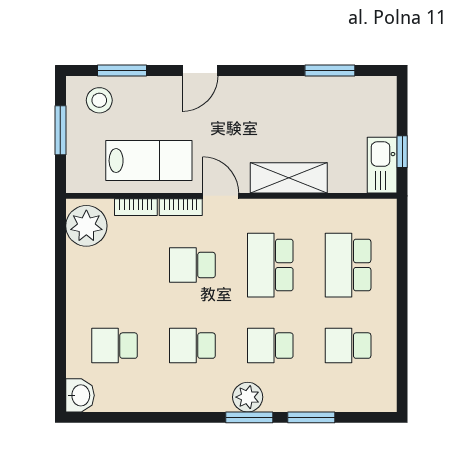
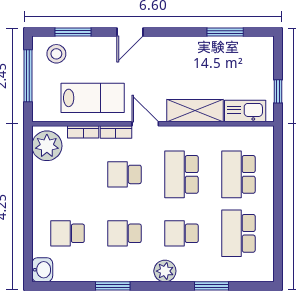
window: (60, 130) -> (28, 76), width x1.44
kitchen sink: (382, 165) -> (245, 111), moved, turned 90
school desk: (348, 346) -> (238, 233), width x1.85
window: (249, 417) -> (113, 286), moved

